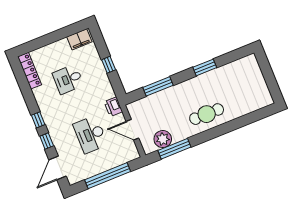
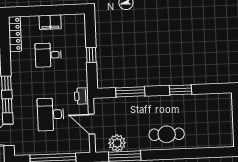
filing cabinet: (79, 39) -> (50, 22), moved

